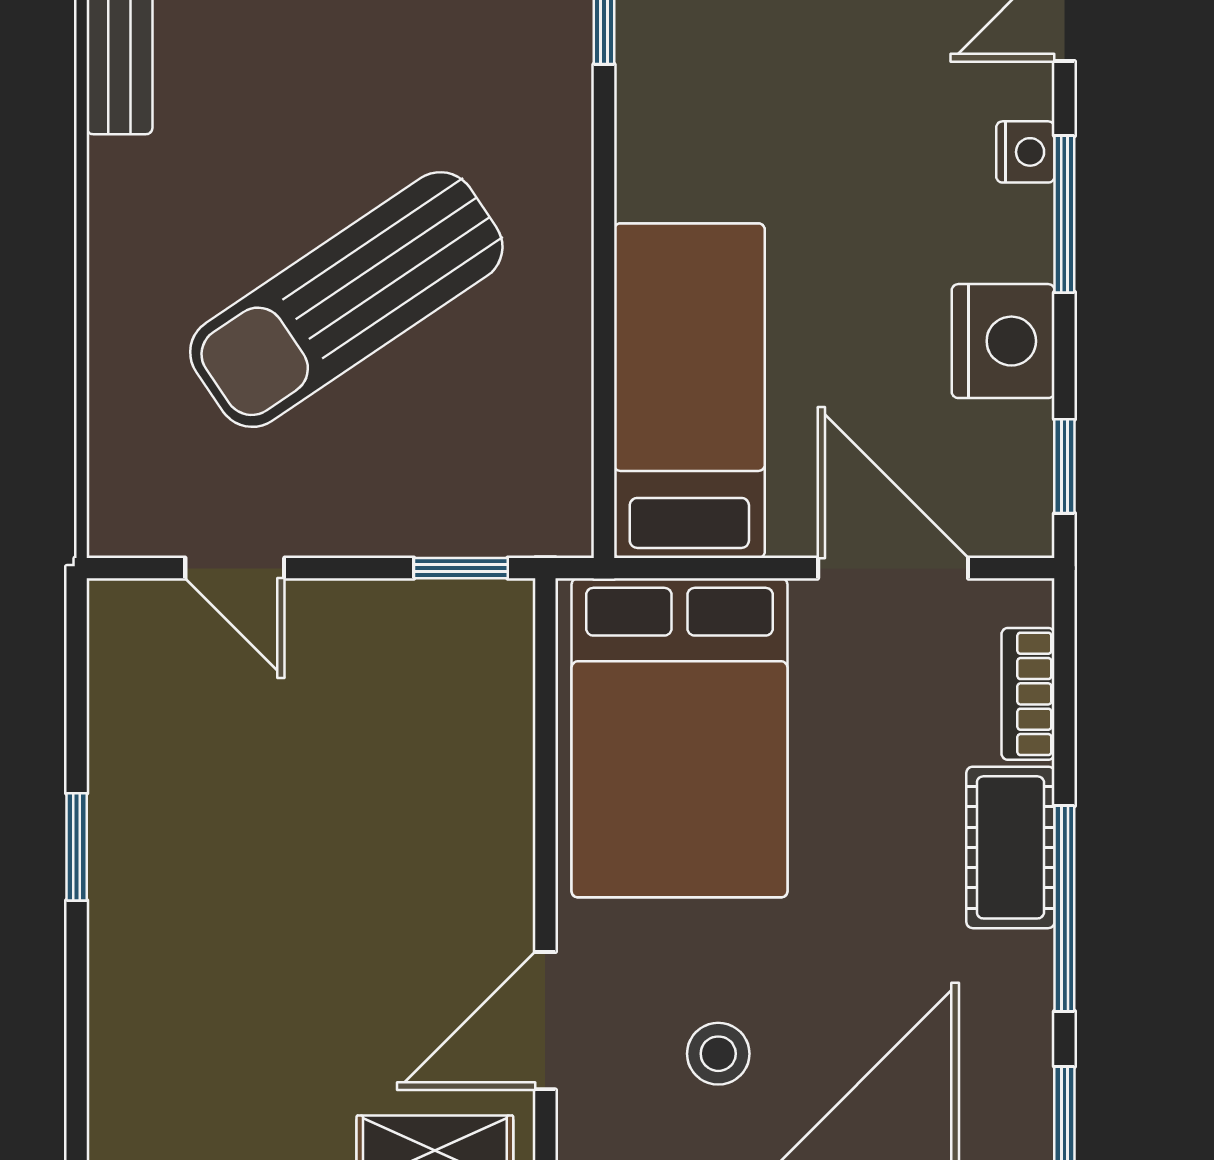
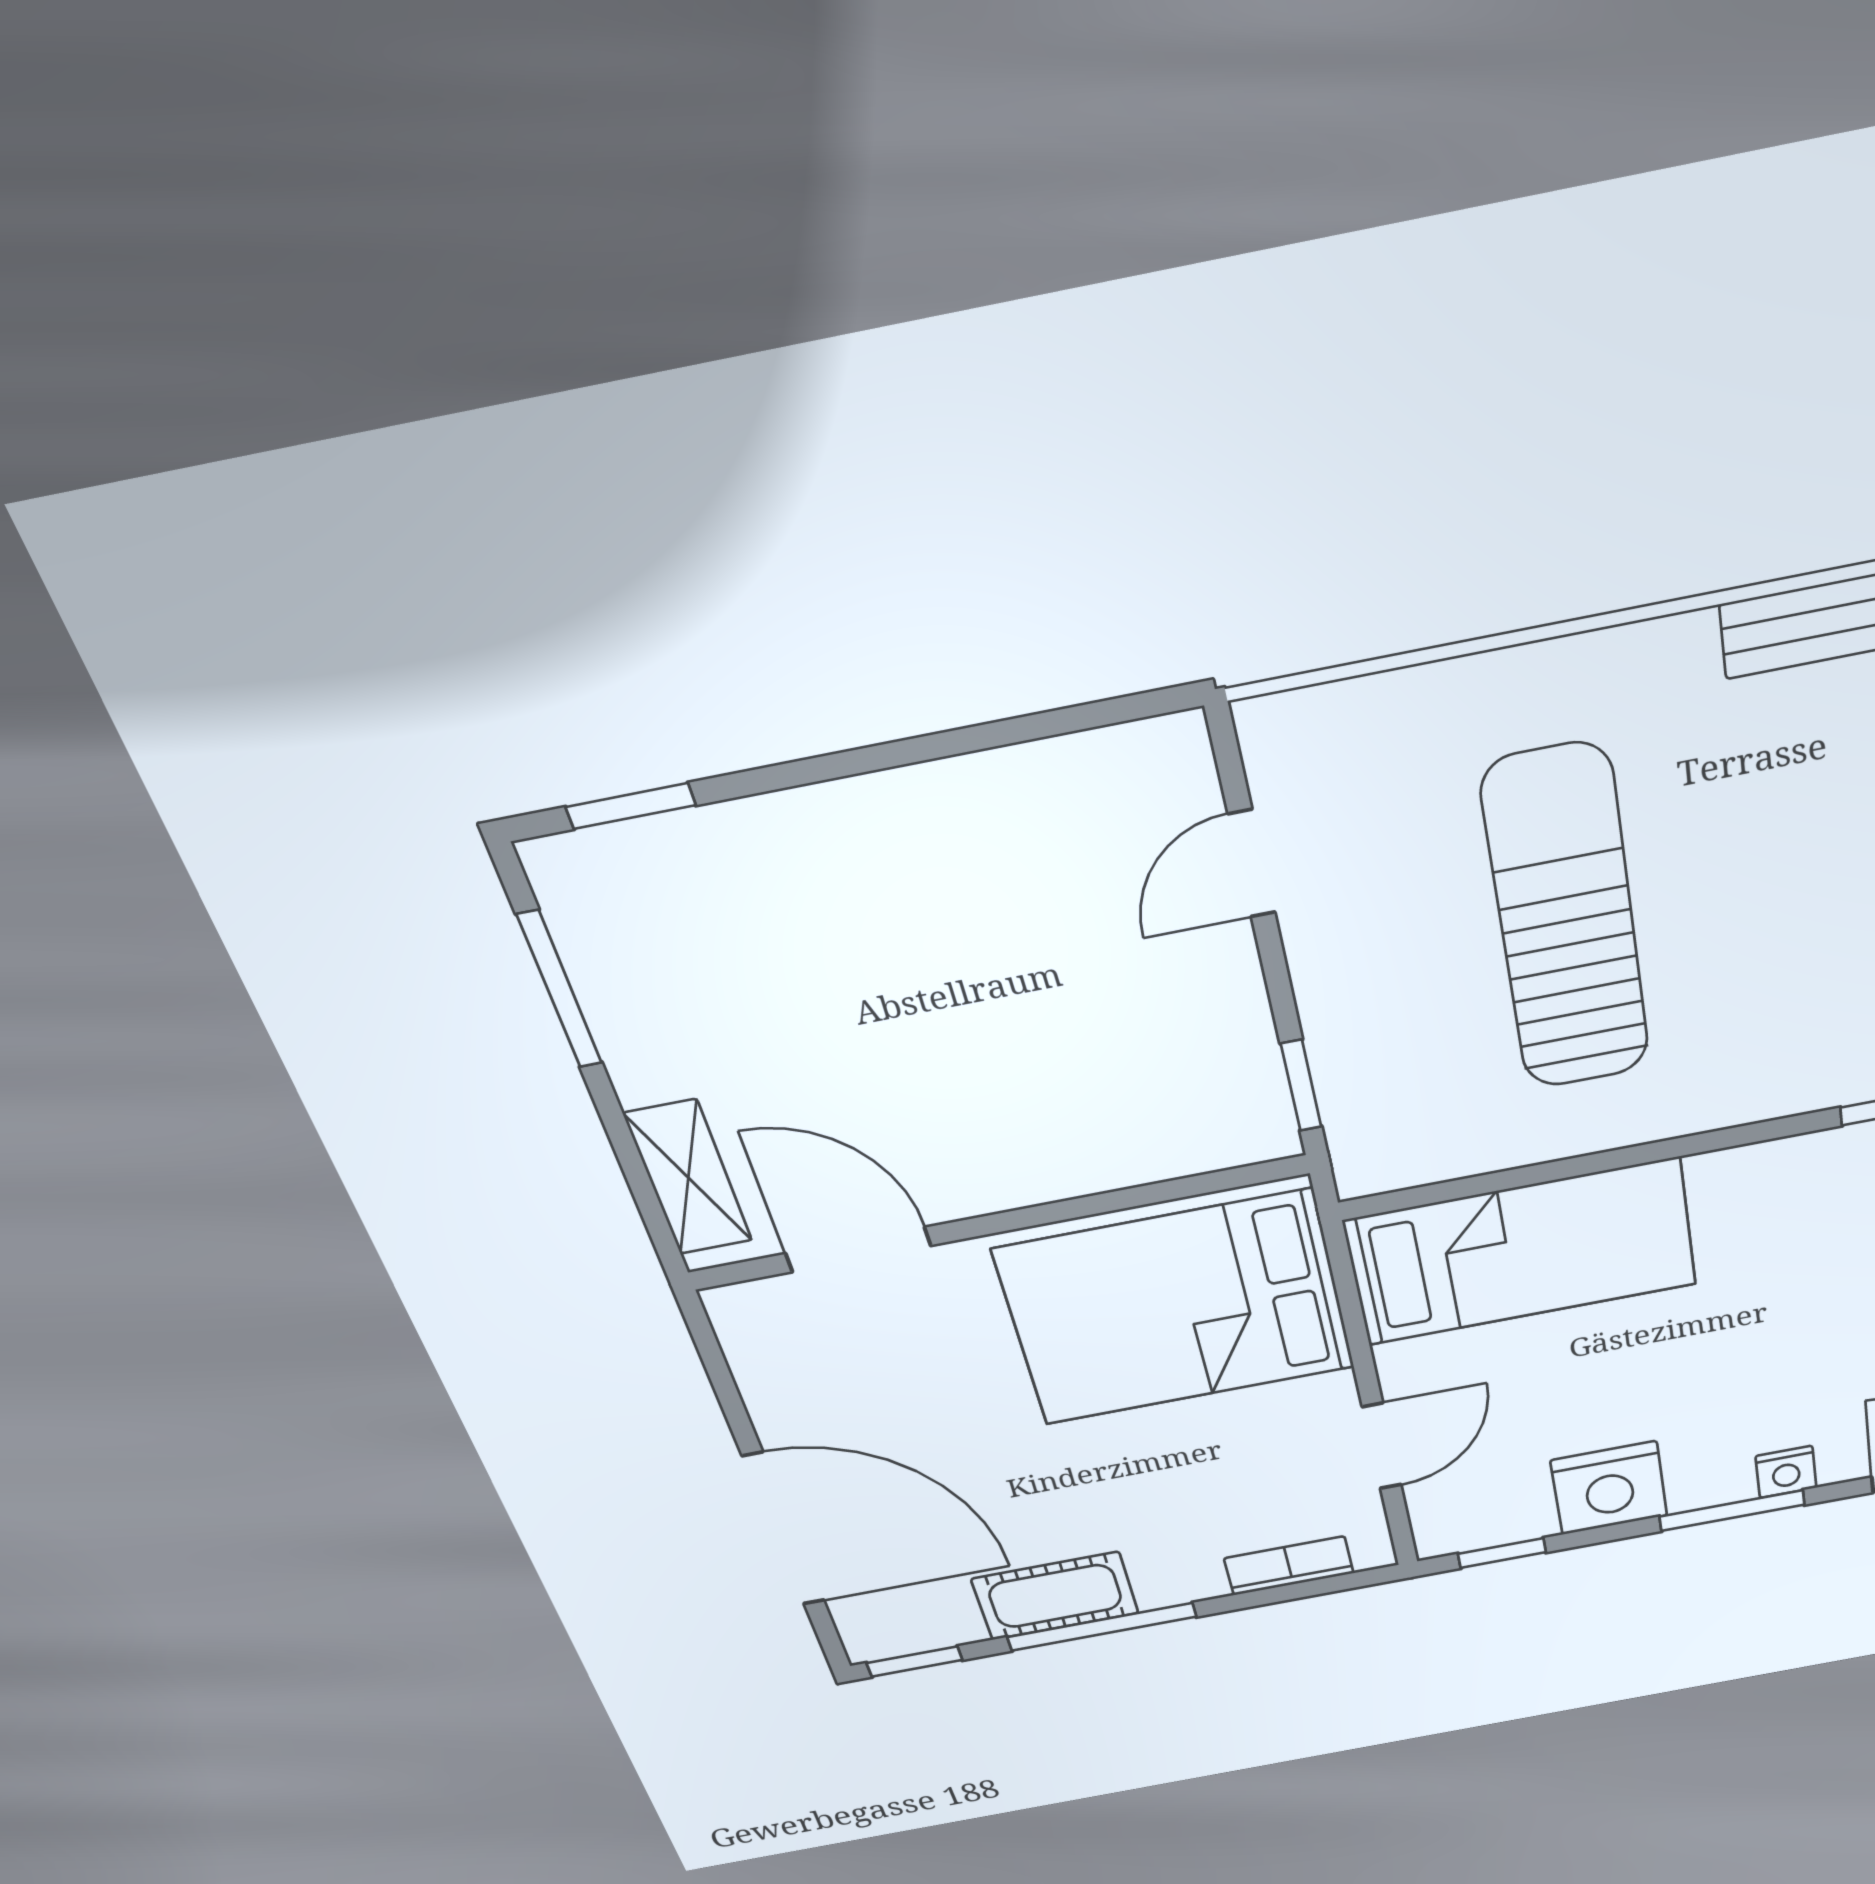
sun lounger: (346, 300) -> (1567, 920), turned 34
door: (893, 568) -> (1382, 1446), width x0.73
window: (77, 847) -> (631, 806), moved
cot: (1010, 847) -> (1055, 1596), moved
stool: (718, 1054) -> (878, 1398), removed

